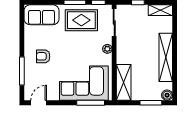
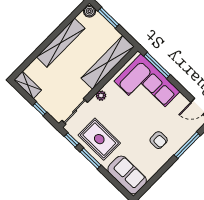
shelving: (124, 82) -> (108, 62), width x1.47

